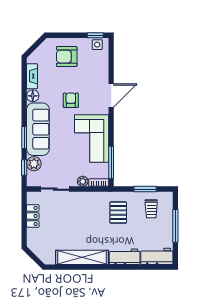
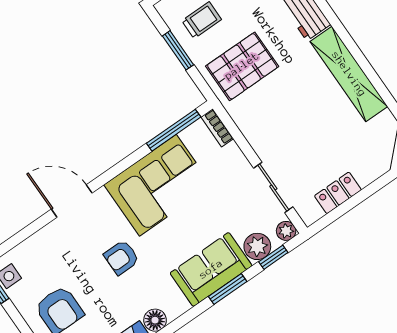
sofa: (38, 129) -> (211, 269), width x0.73
plant: (83, 181) -> (286, 231), moved
pallet: (118, 213) -> (242, 66), width x1.50, depth x1.42

